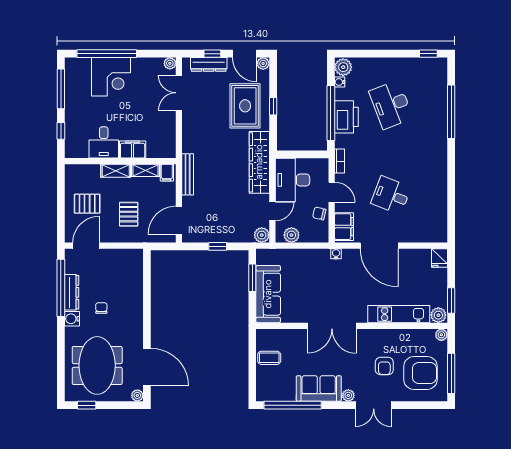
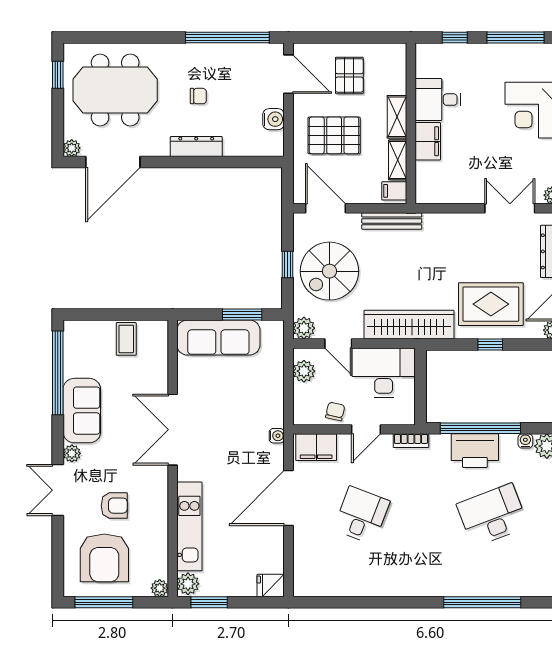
pallet: (129, 214) -> (334, 135), width x1.50, depth x1.42
spiral stairs: (222, 217) -> (329, 271), added
dresser: (72, 292) -> (196, 147), moved, turned 180
water cooler: (72, 319) -> (274, 119), moved, turned 90
armchair: (384, 366) -> (114, 506), turned 180

